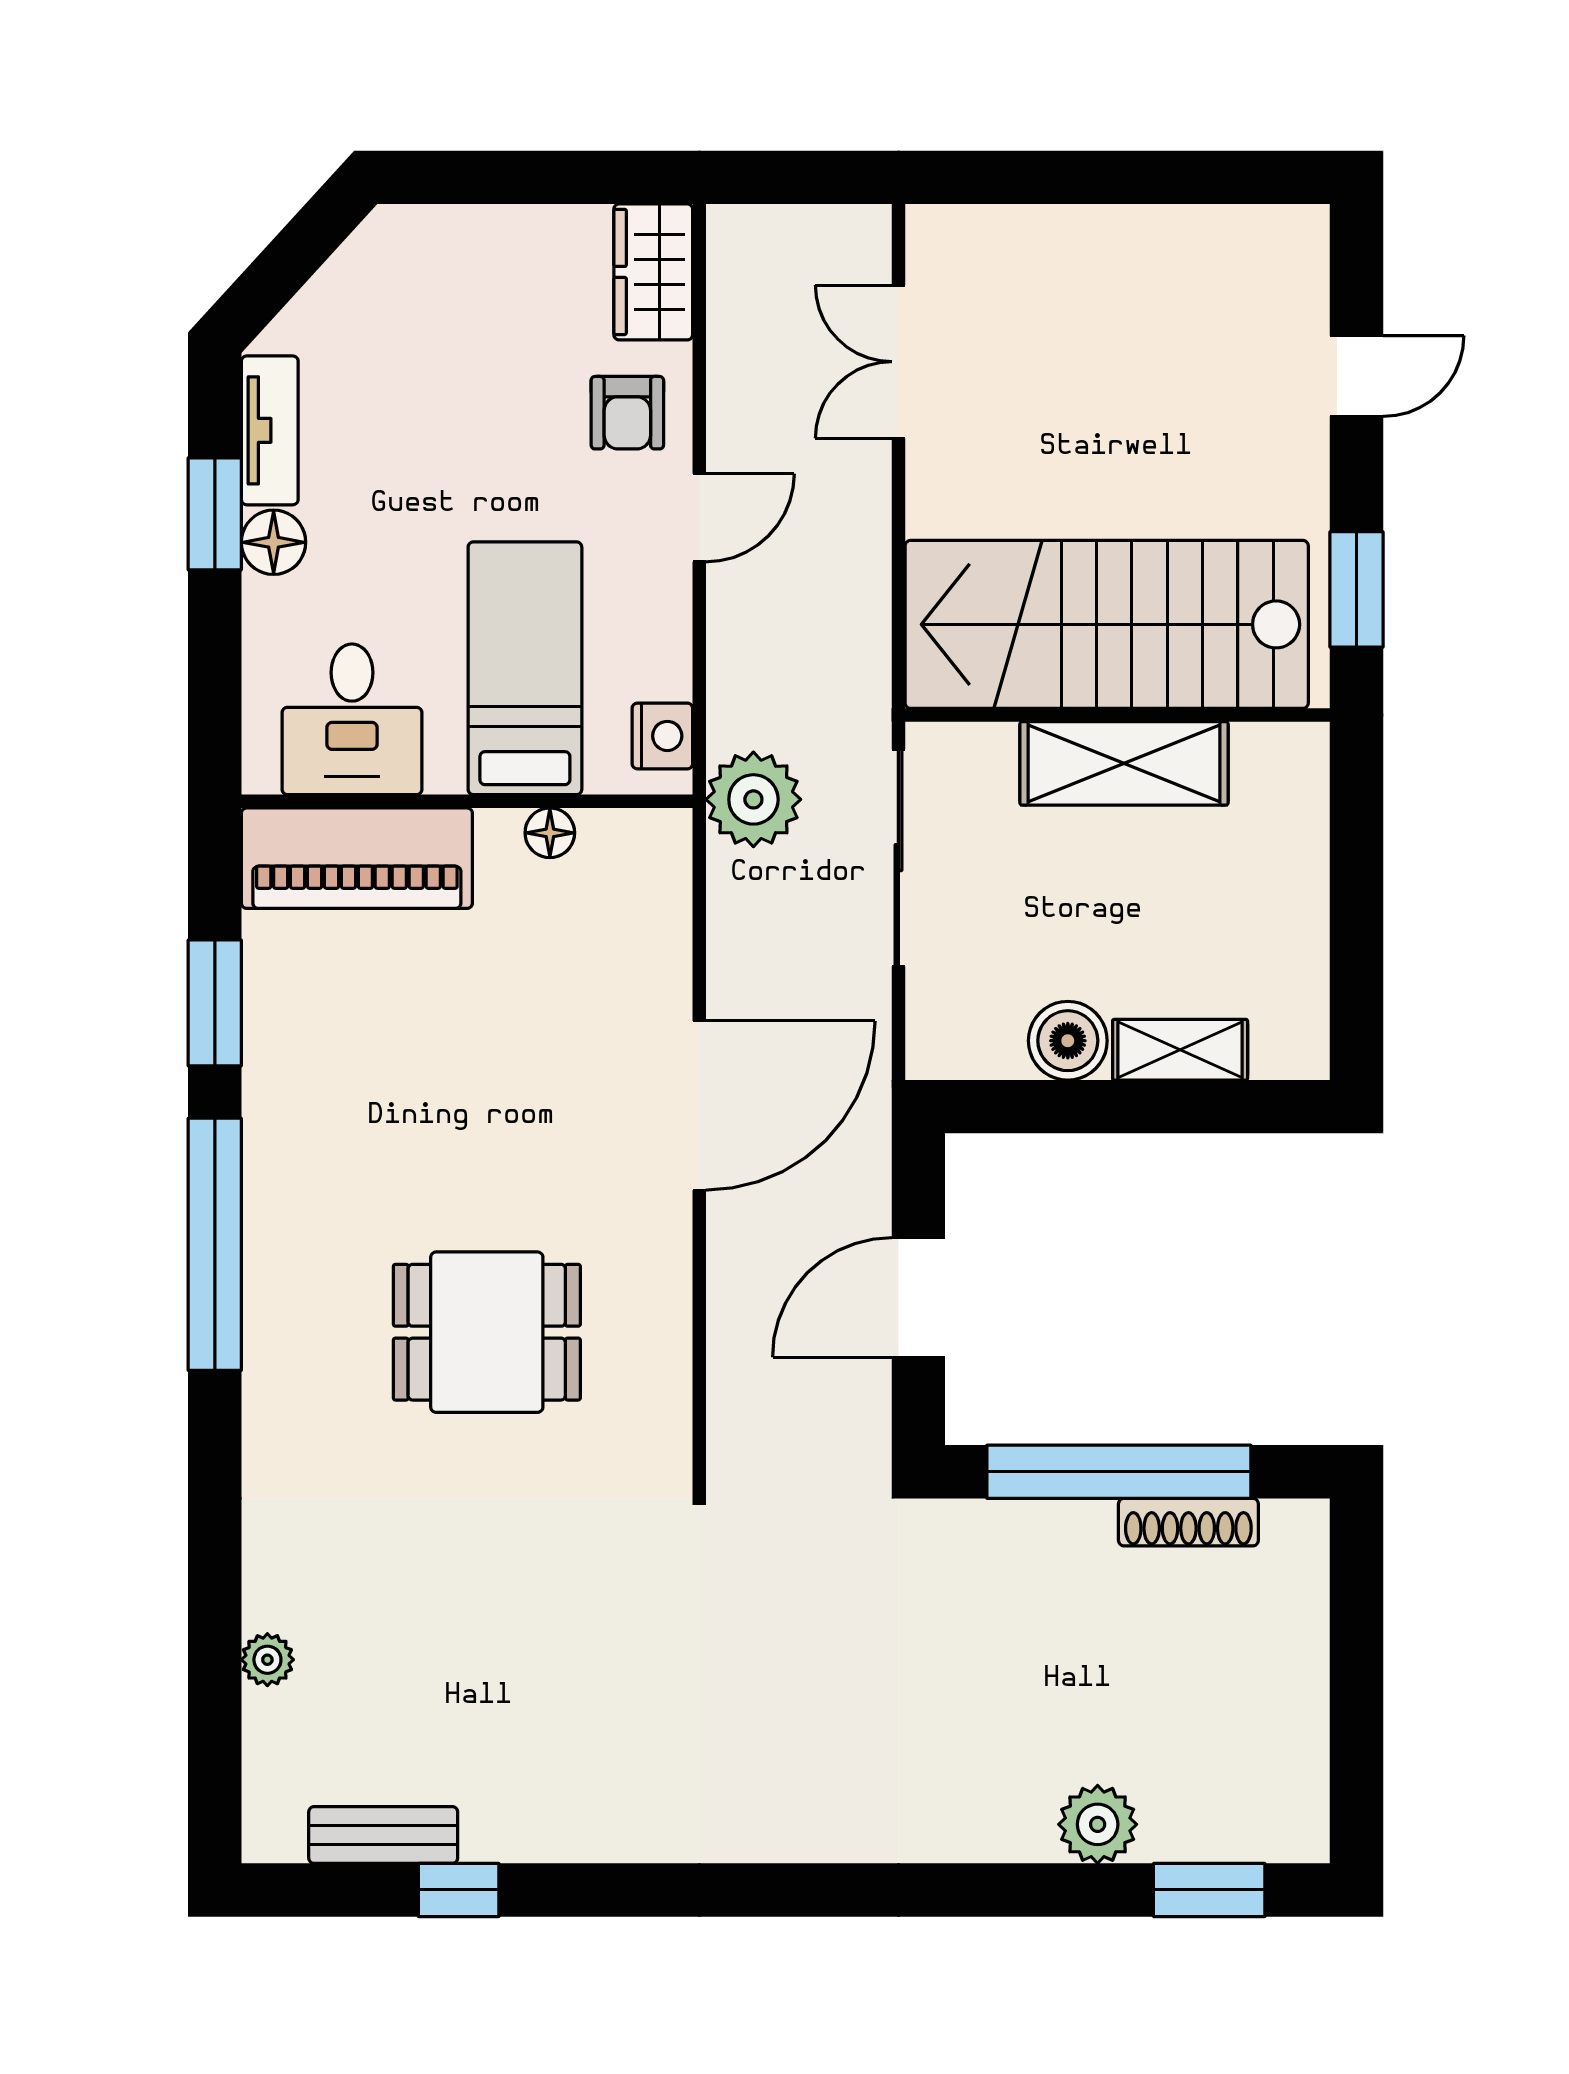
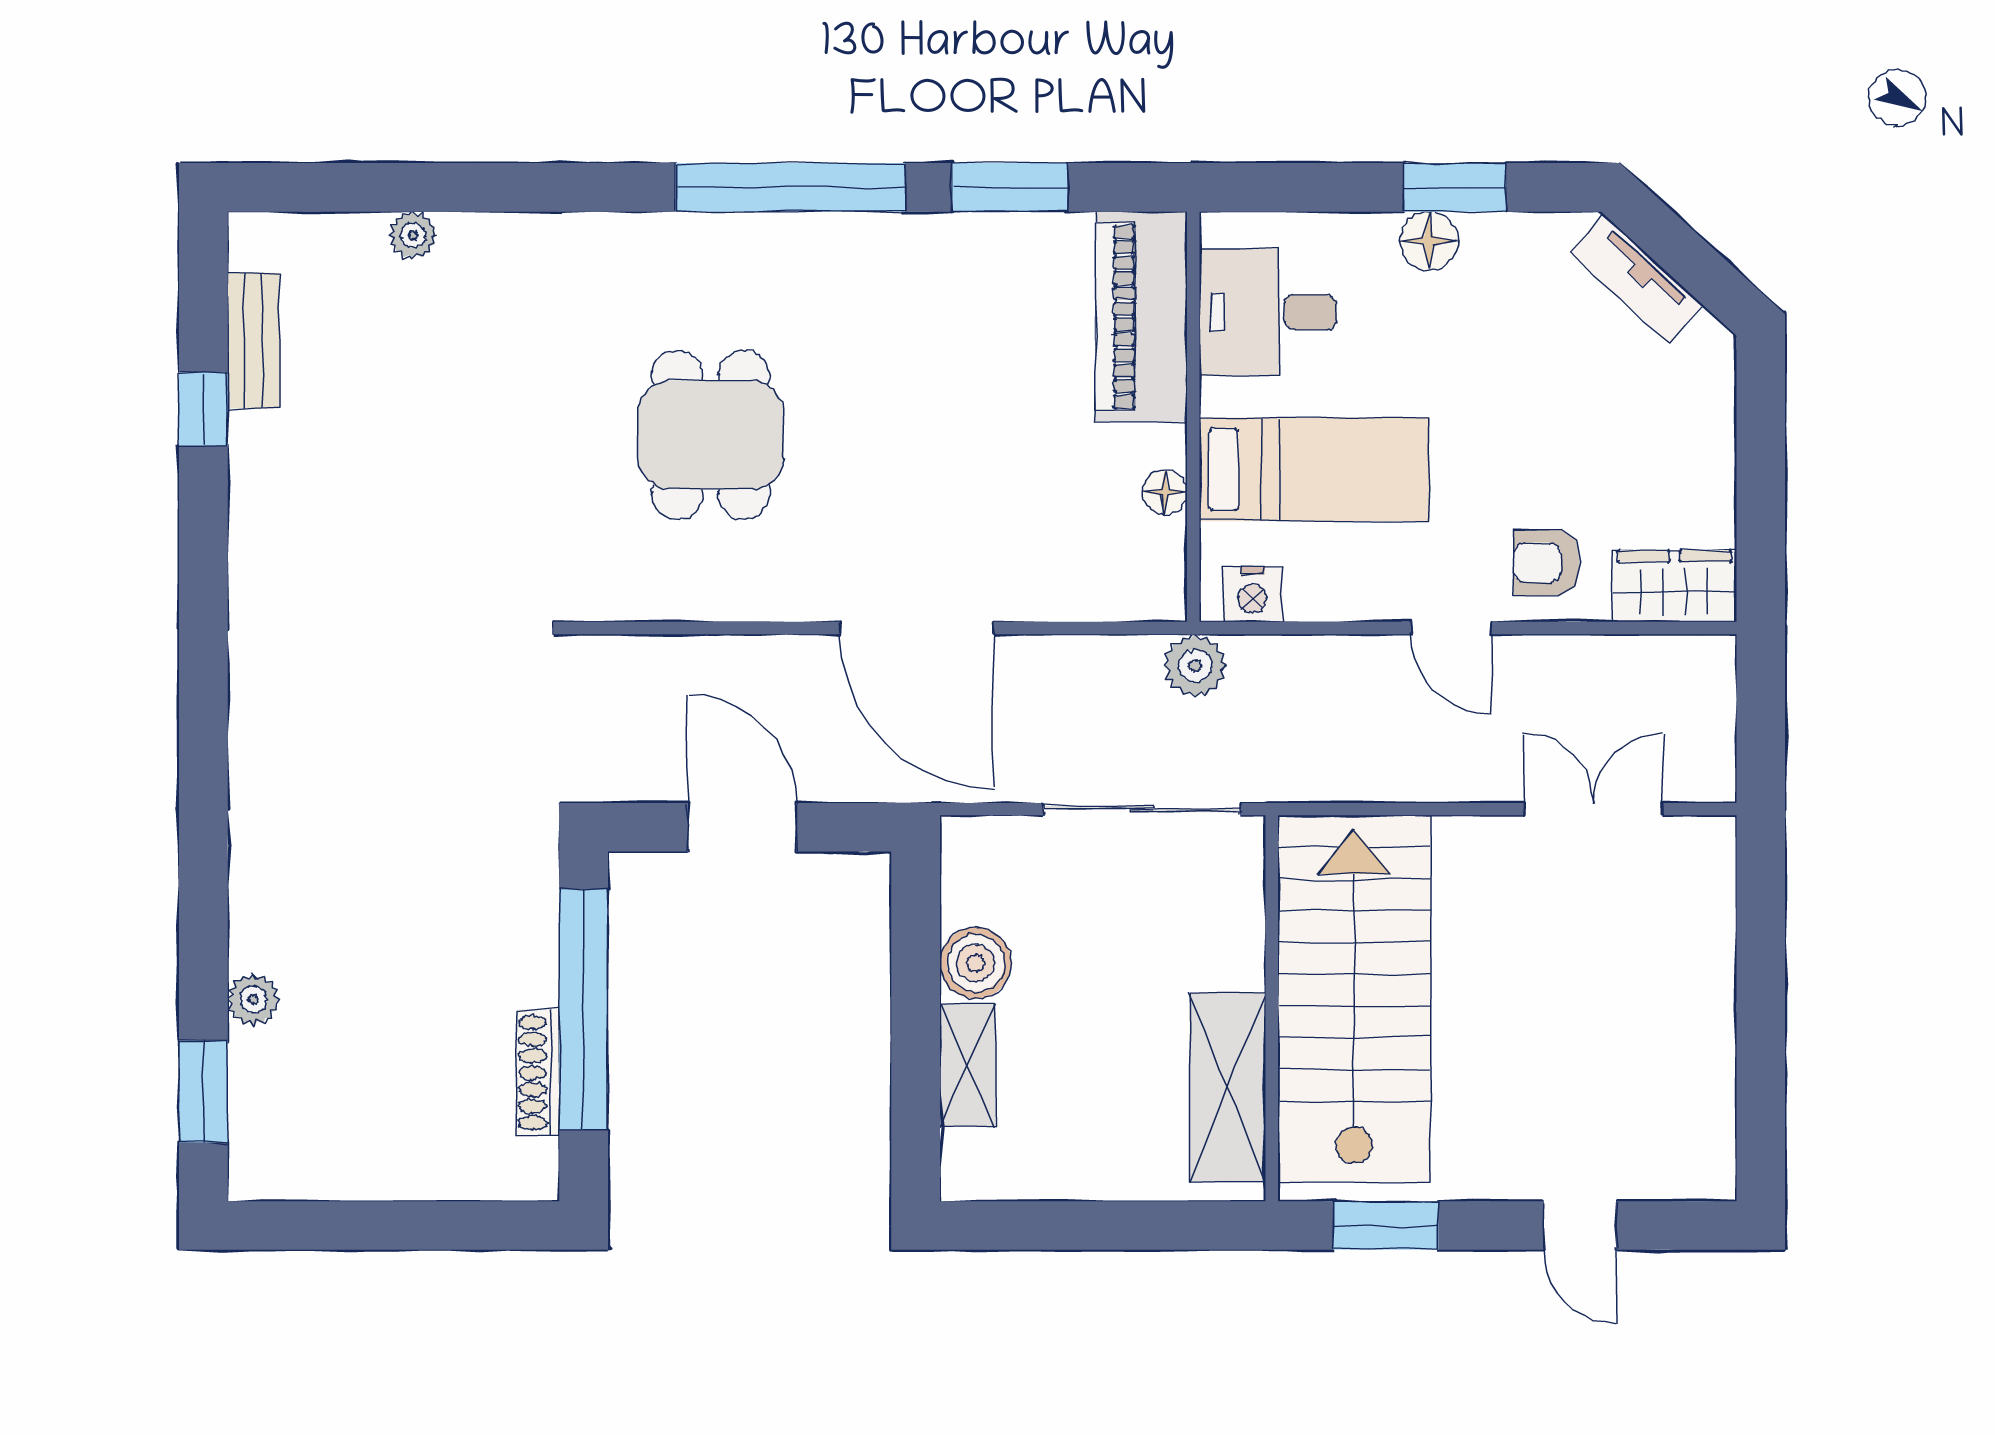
tv unit: (270, 430) -> (1636, 279), moved, turned 42
shelving: (1124, 763) -> (1228, 1088), moved
plant: (753, 799) -> (1195, 666), width x0.73, depth x0.73
plant: (1098, 1824) -> (253, 1000), width x0.73, depth x0.73

